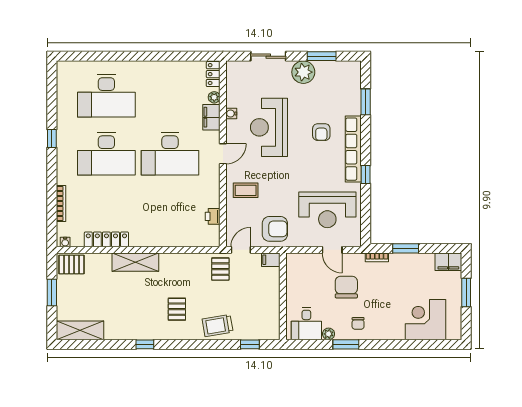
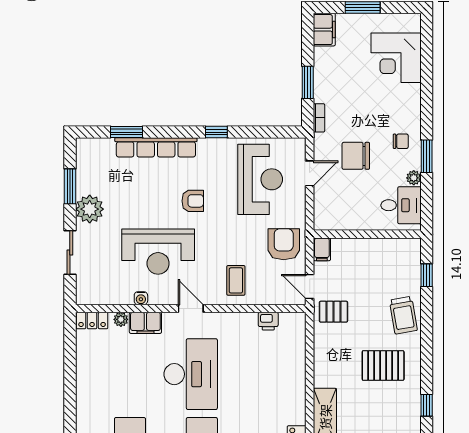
armchair: (321, 132) -> (193, 201), moved
row of seats: (353, 149) -> (156, 147), moved
pallet: (177, 309) -> (383, 366), width x1.50, depth x1.42

